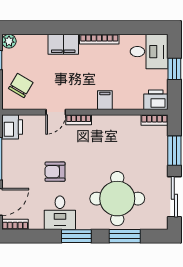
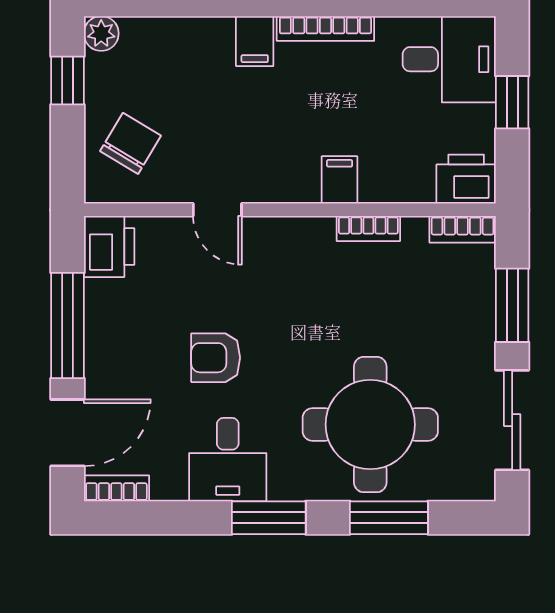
filing cabinet: (63, 44) -> (255, 41), width x0.50
door: (56, 112) -> (217, 210), hinge flipped
bookcase: (79, 120) -> (368, 229), moved

